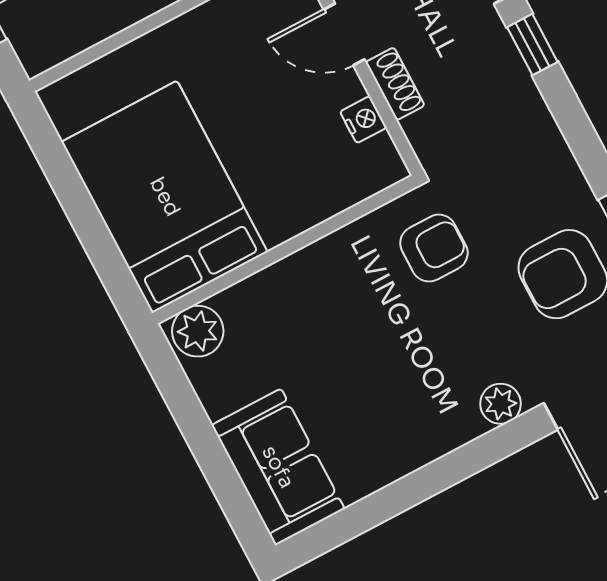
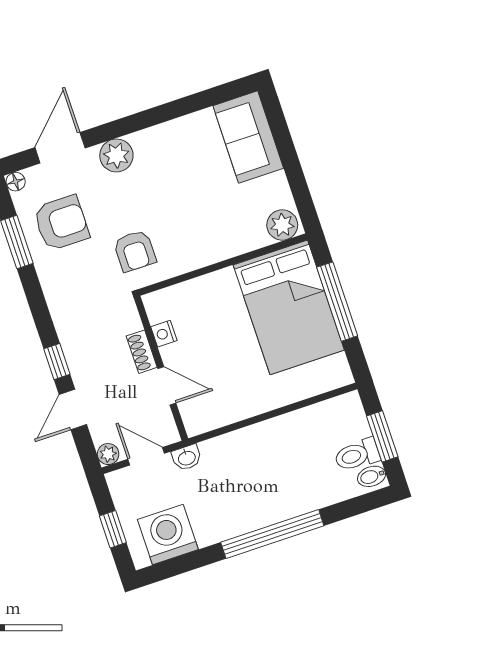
window: (86, 220) -> (337, 302), added
armchair: (434, 248) -> (135, 251), turned -90
plant: (501, 404) -> (116, 155), width x1.38, depth x1.38

